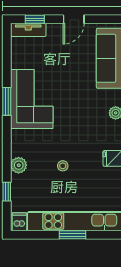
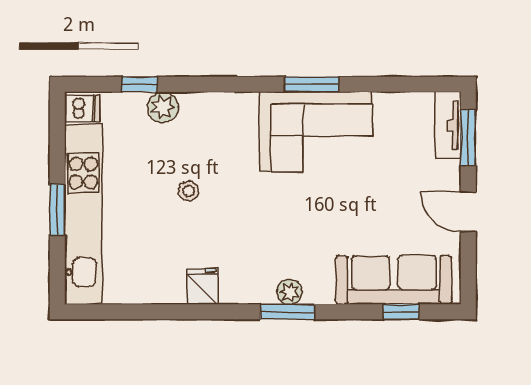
window: (35, 19) -> (468, 138), width x1.50
plant: (19, 165) -> (163, 107), moved

